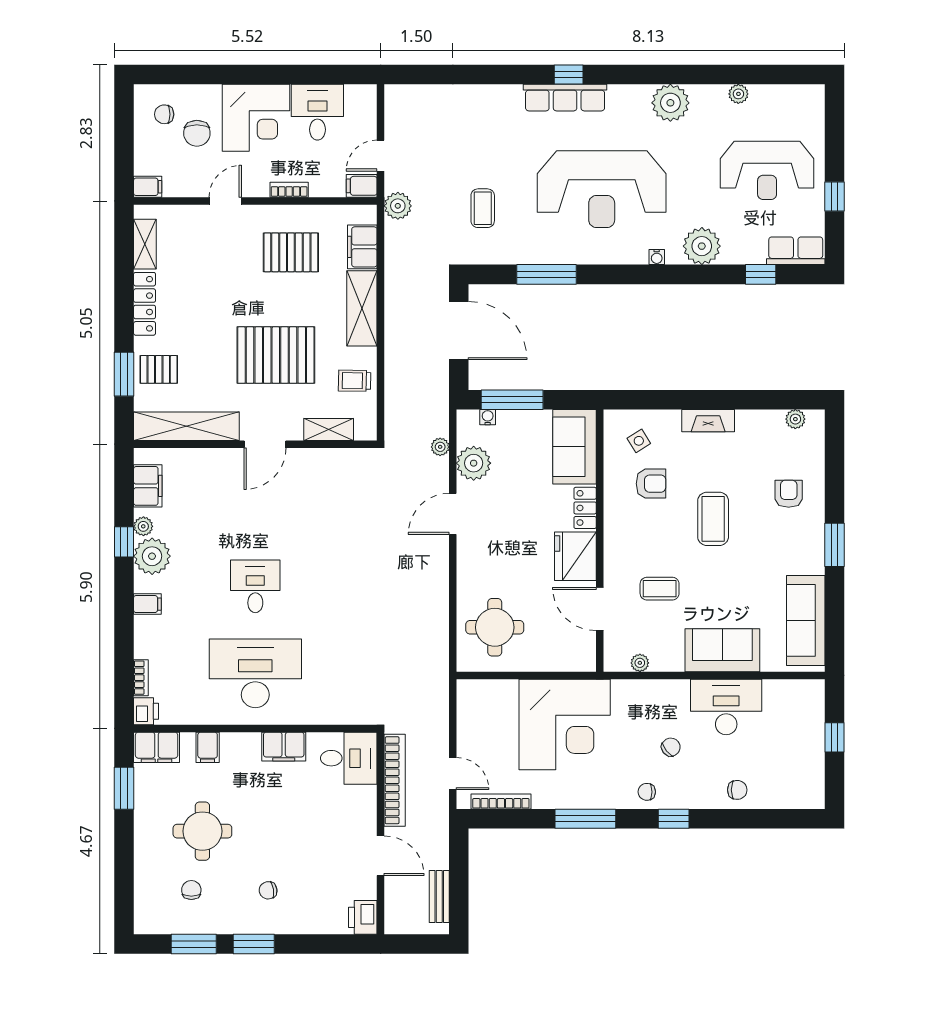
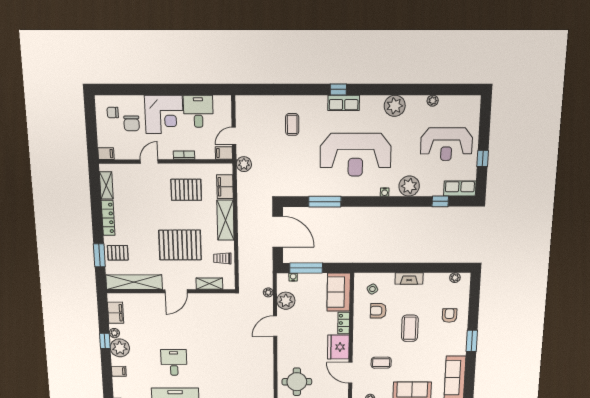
row of seats: (565, 98) -> (344, 103), width x0.68
coffee table: (483, 208) -> (292, 124), moved
armchair: (651, 484) -> (378, 311), turned 180

